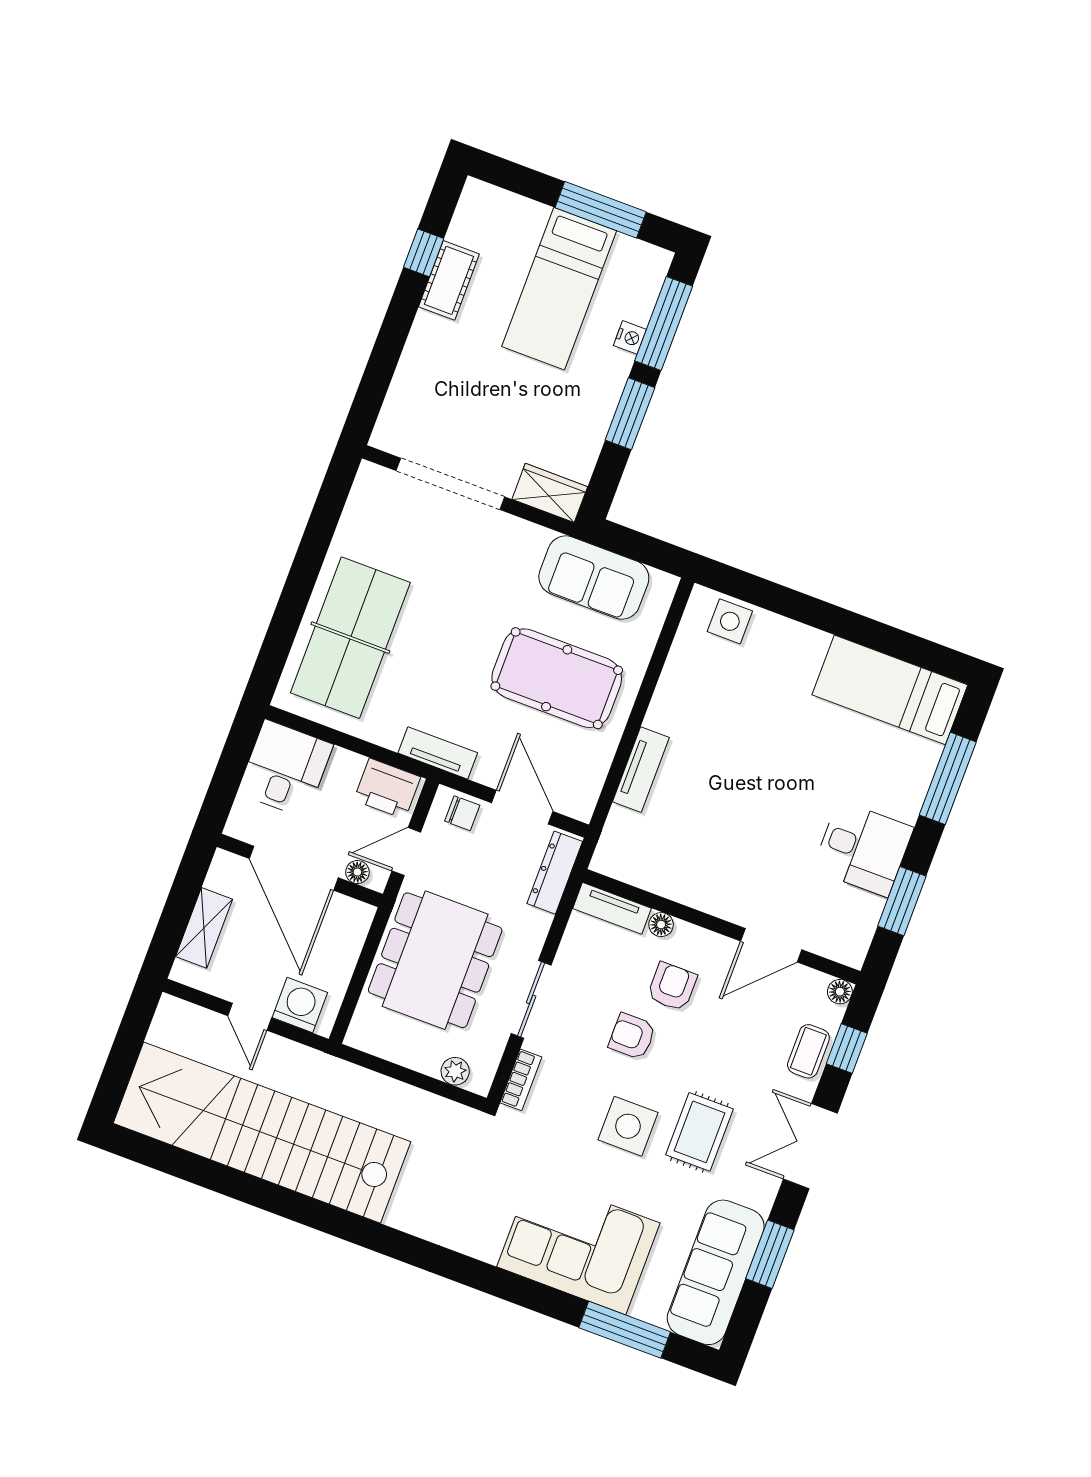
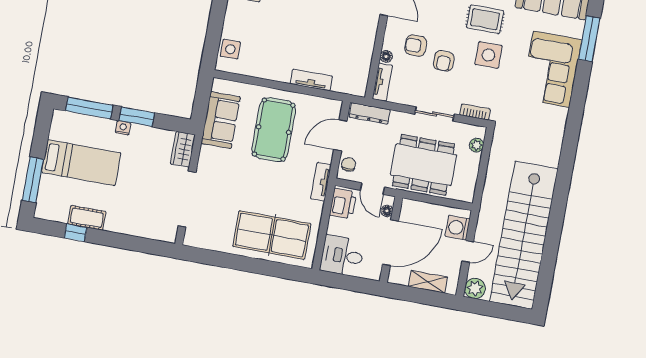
window: (601, 210) -> (33, 180), moved
nightstand: (630, 337) -> (123, 128), moved
plant: (174, 1018) -> (475, 288), added

